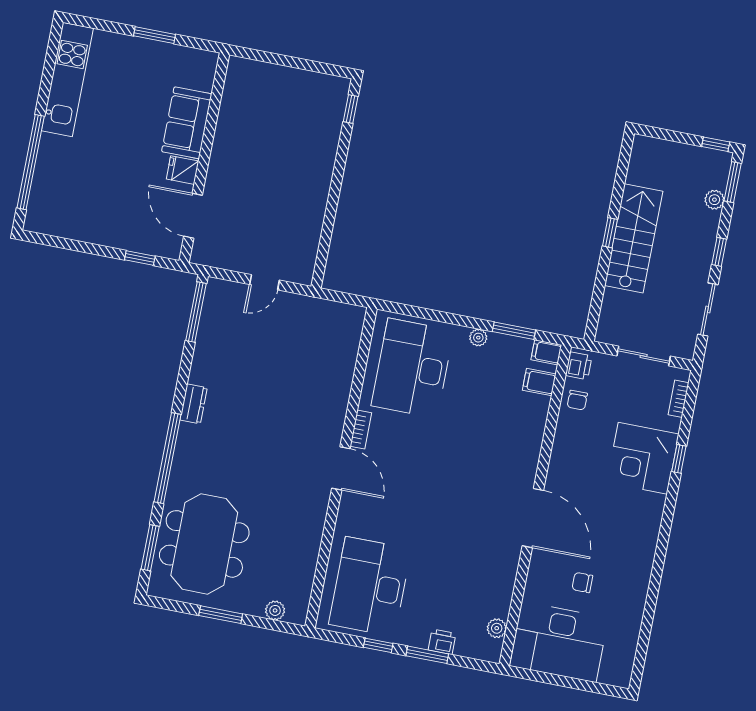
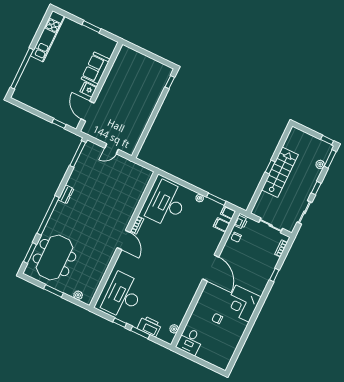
corner desk: (643, 458) -> (243, 304), moved
door: (533, 518) -> (211, 268), moved
printer: (442, 642) -> (149, 326), width x1.87, depth x1.48
desk: (559, 642) -> (190, 341), width x0.53, depth x0.77

